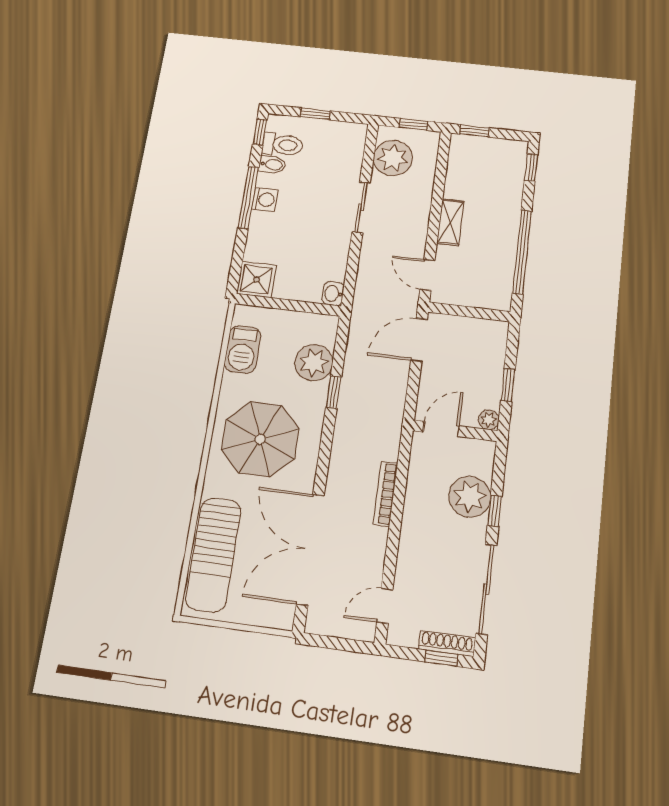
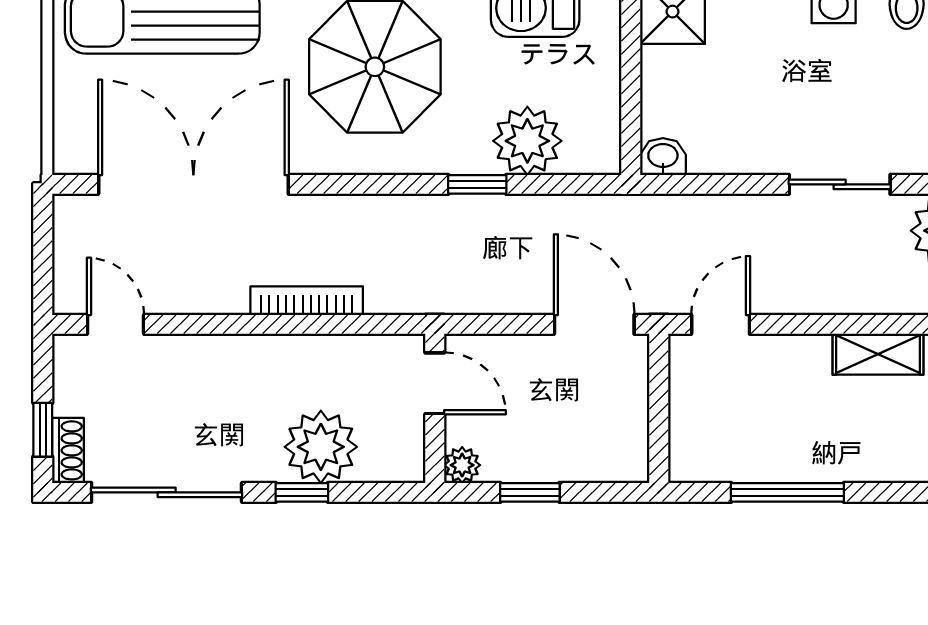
shelving: (450, 222) -> (878, 354), moved
window: (522, 252) -> (787, 492), width x0.68
shoe rack: (447, 643) -> (68, 450), width x0.70

